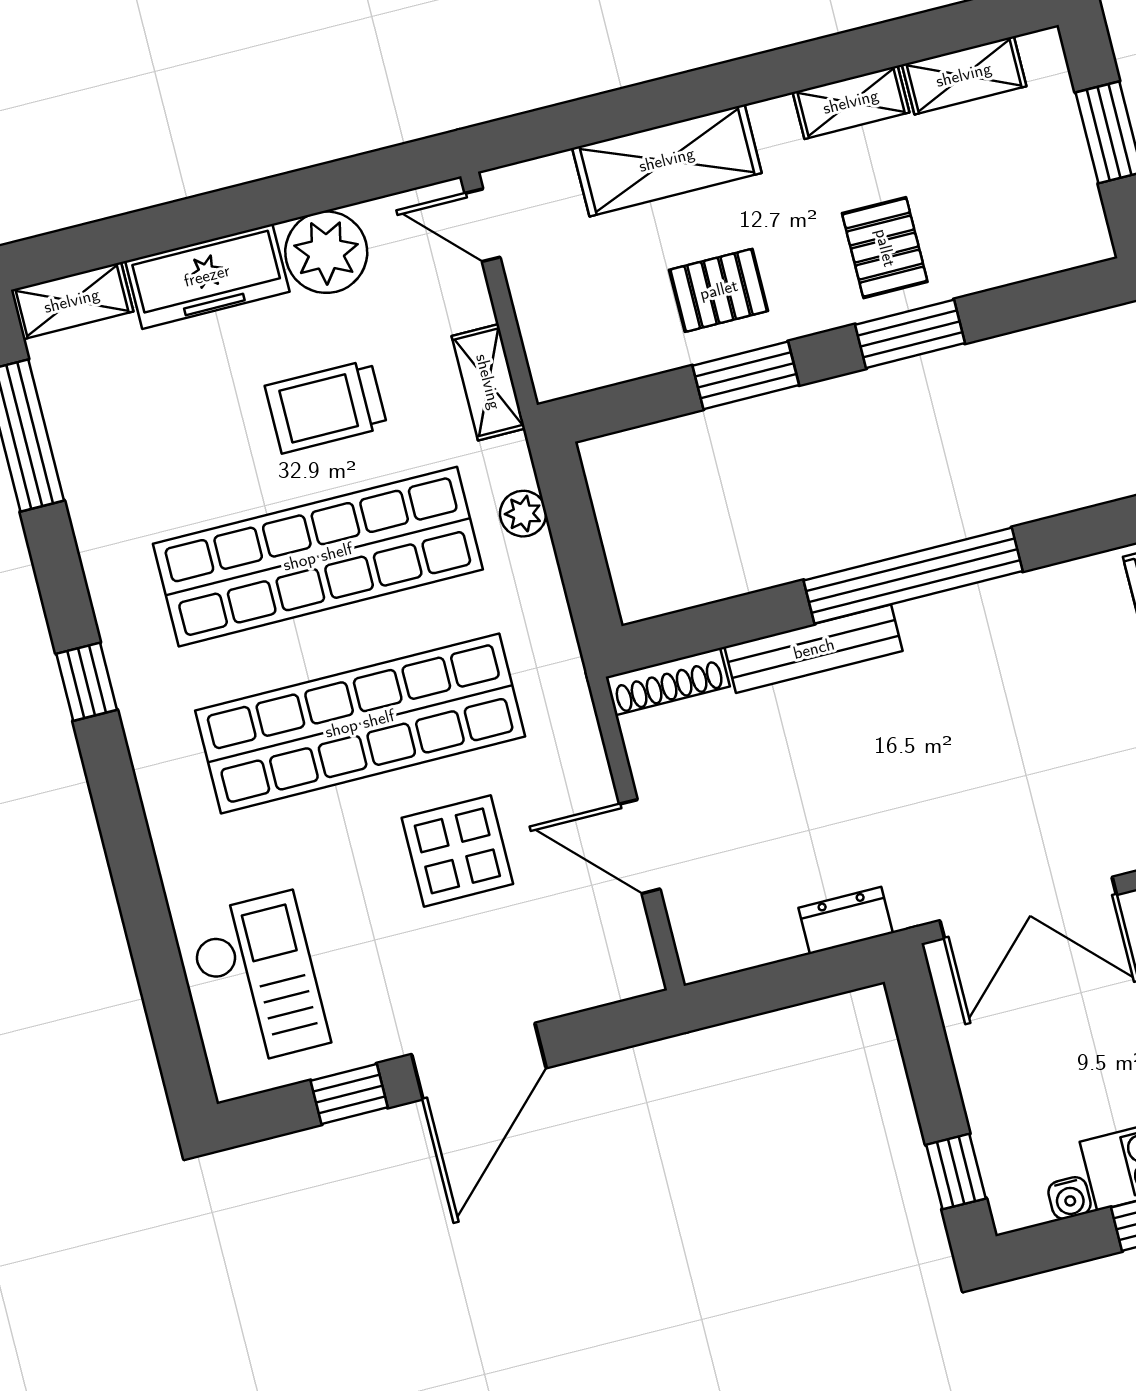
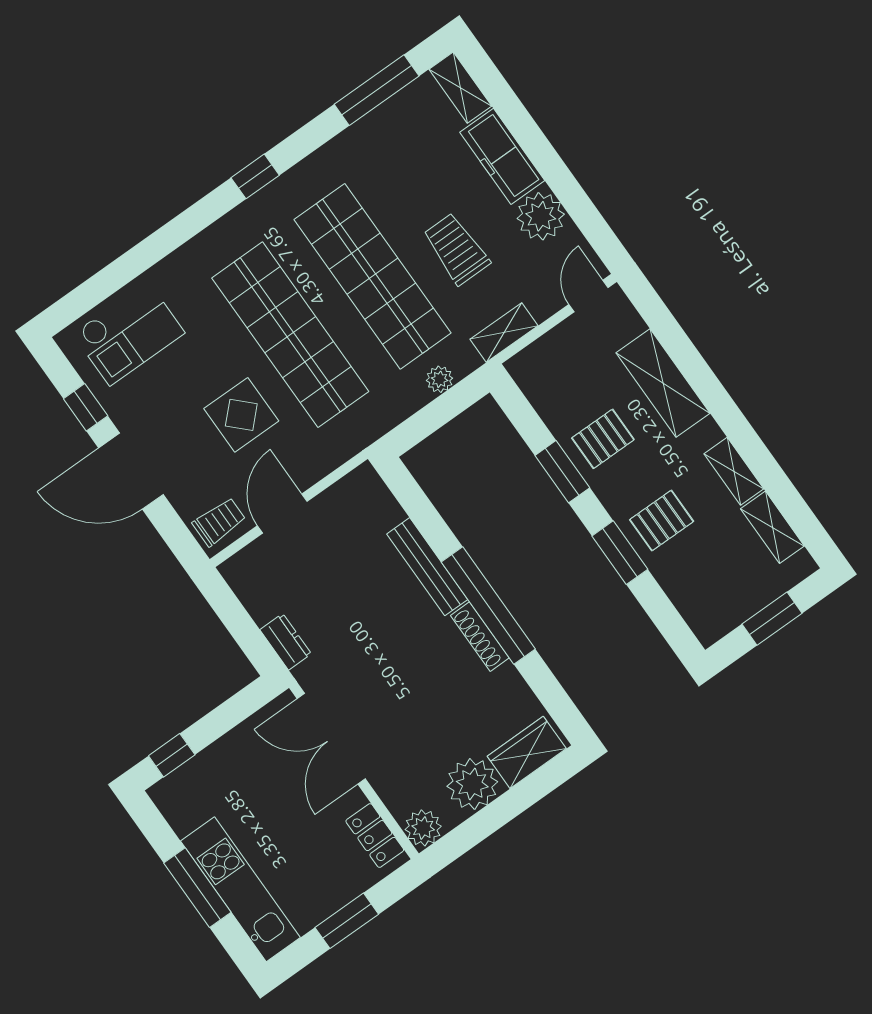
pallet: (719, 290) -> (603, 439), turned 90
shoe rack: (668, 682) -> (480, 637), moved
trolley: (614, 952) -> (219, 522), added
water cooler: (1069, 1198) -> (181, 823), removed

